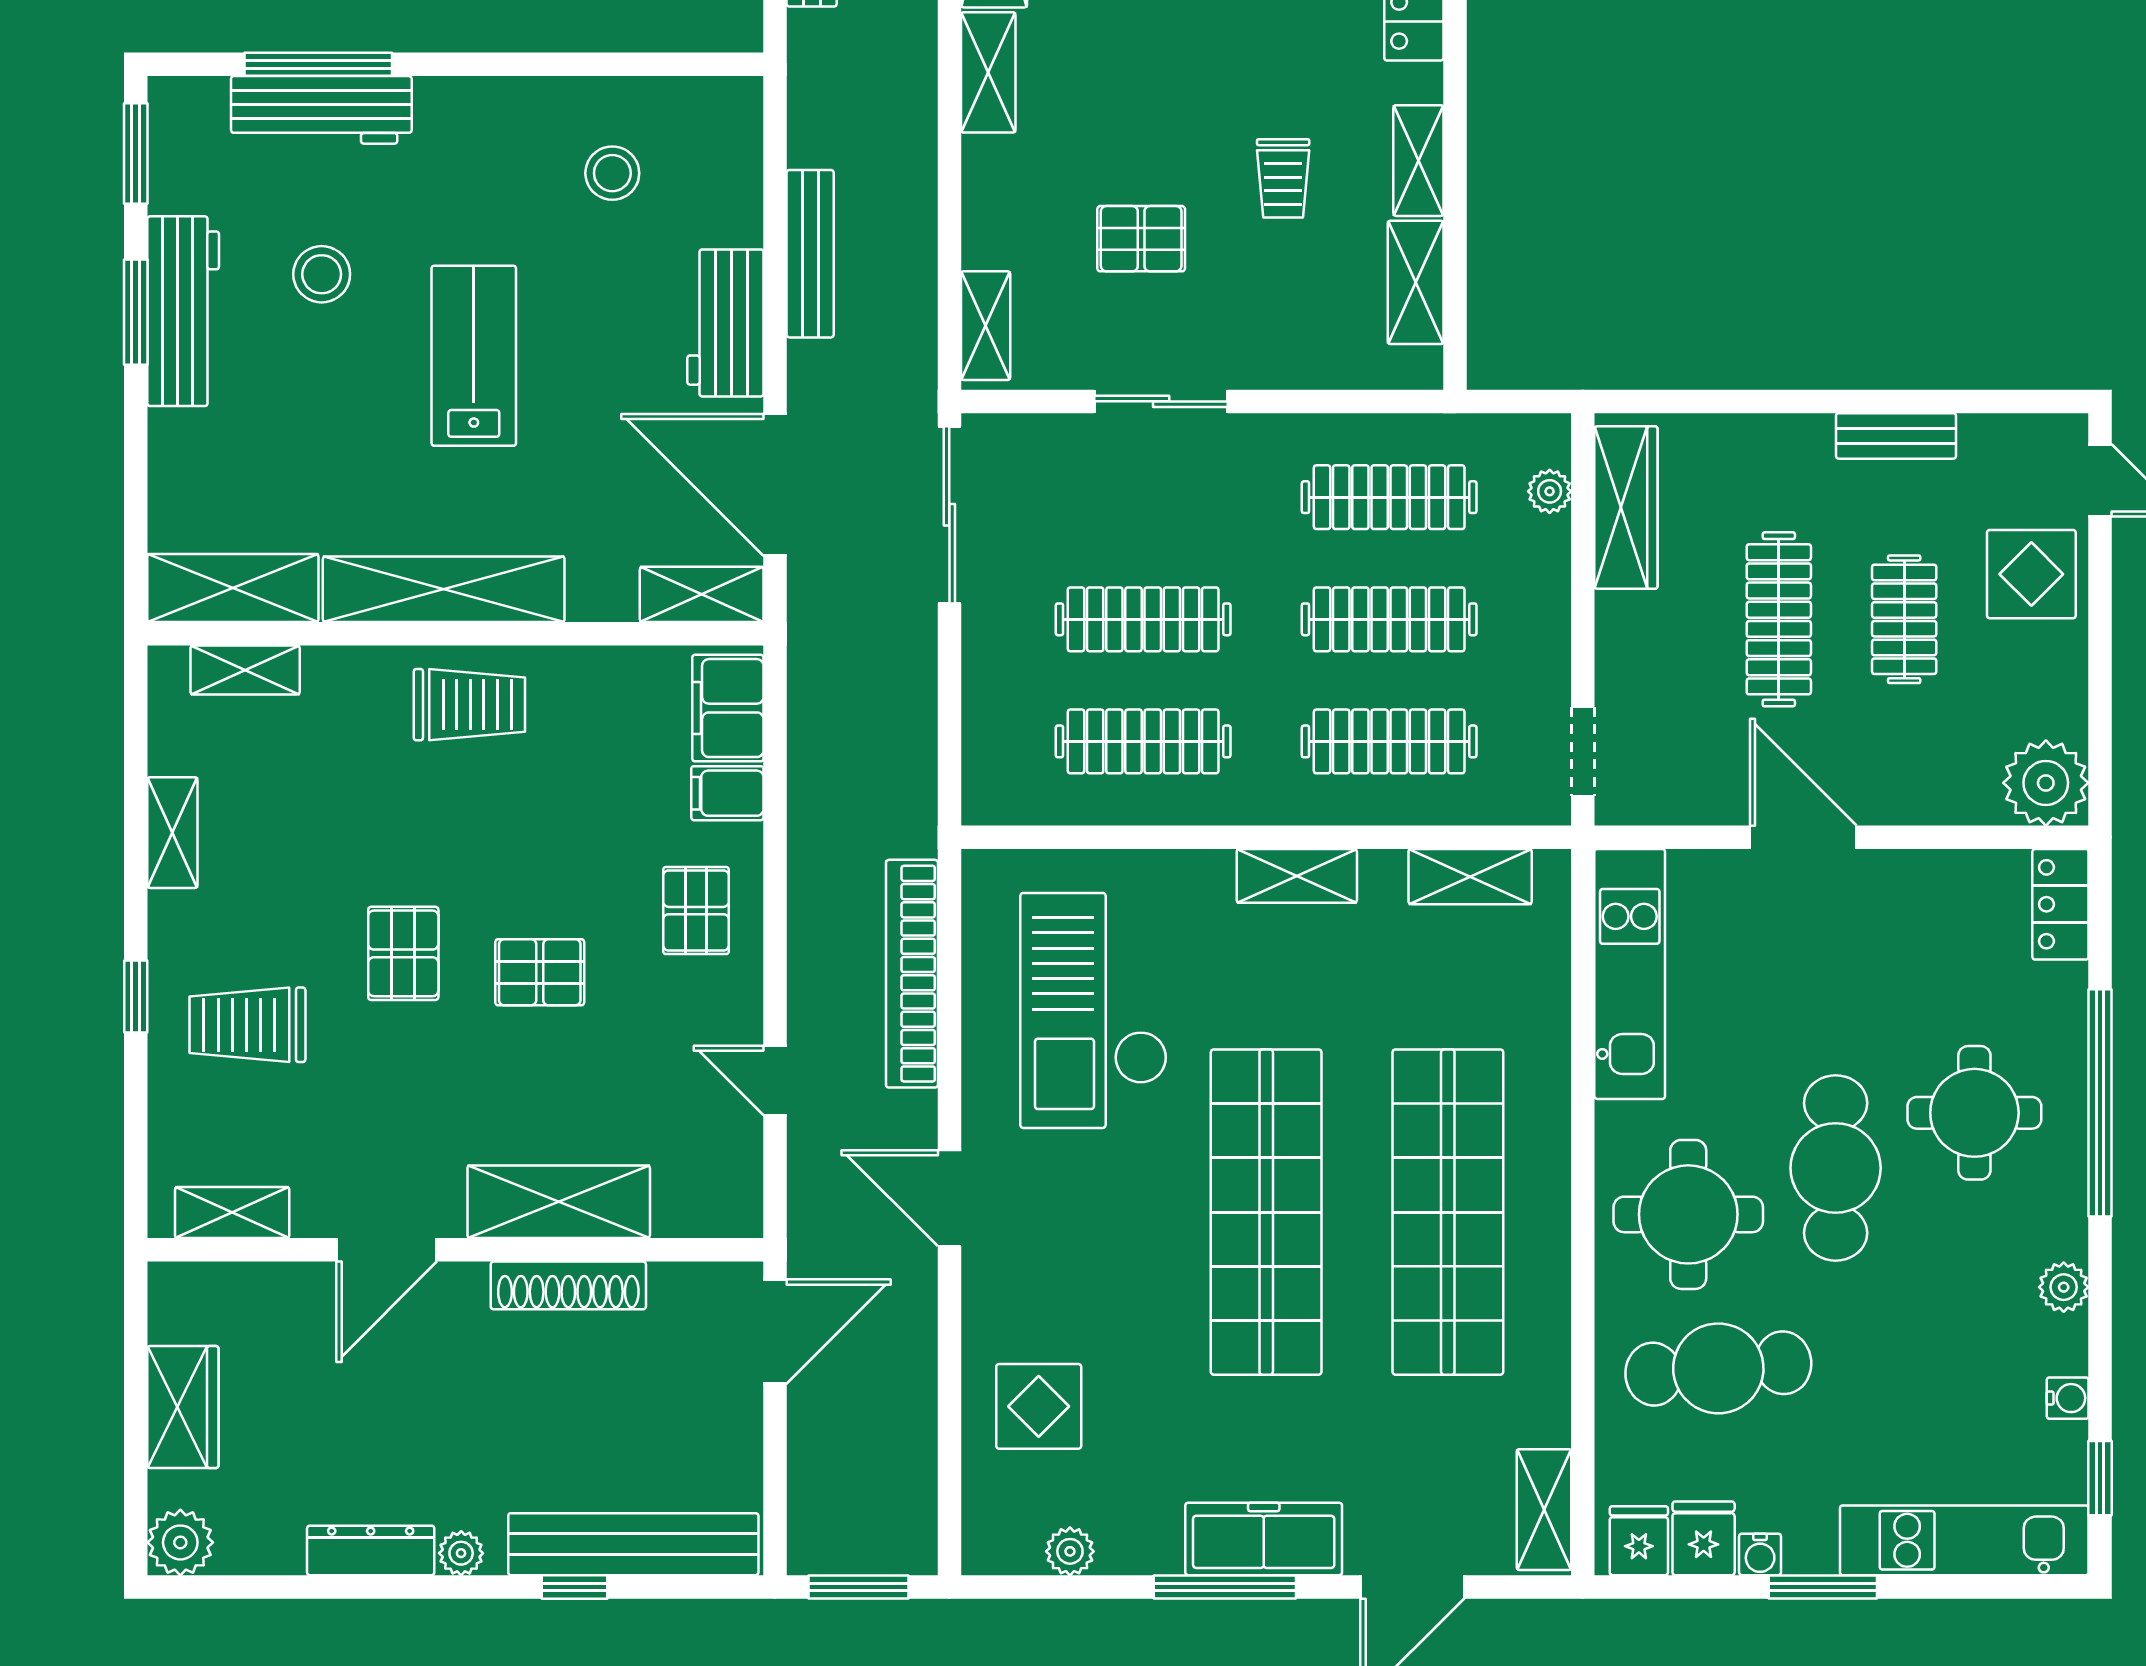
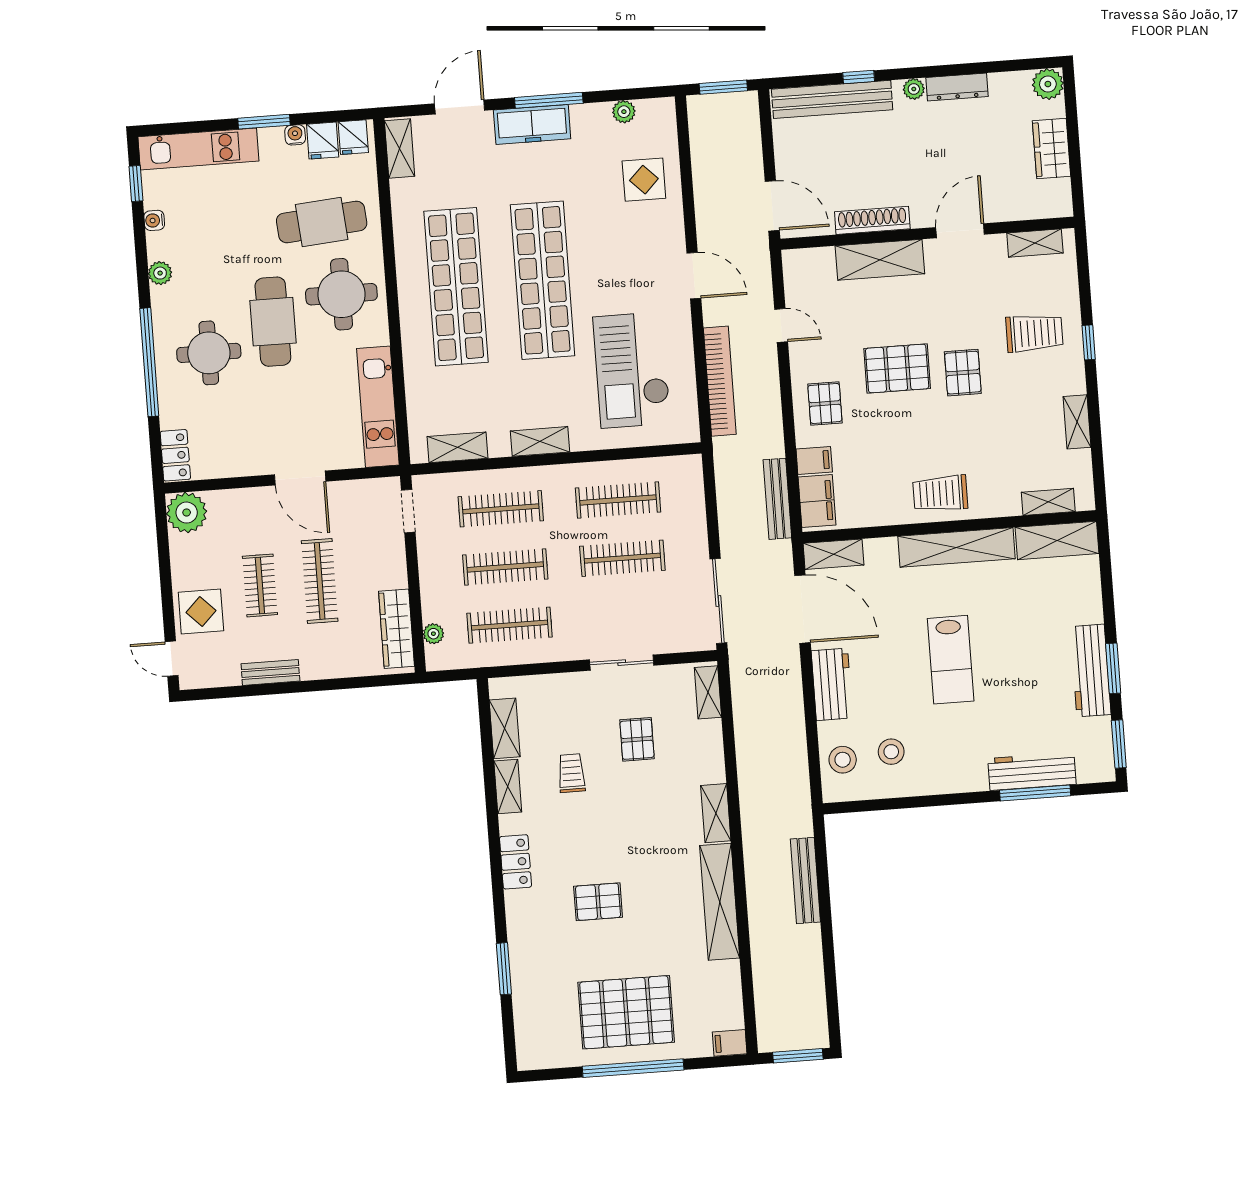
pallet: (1141, 239) -> (637, 739), turned 90
bench: (810, 254) -> (777, 499), moved
stool: (322, 274) -> (843, 760), moved
pallet: (540, 972) -> (897, 368), width x1.50, depth x1.42
checkout: (1094, 1010) -> (632, 370), turned 180
door: (775, 1331) -> (772, 206), swing flipped

